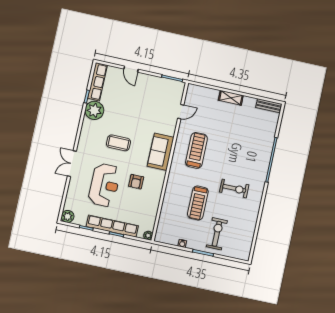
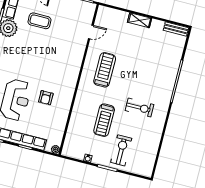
coffee table: (118, 143) -> (40, 21), moved
sofa: (161, 152) -> (70, 70), removed

